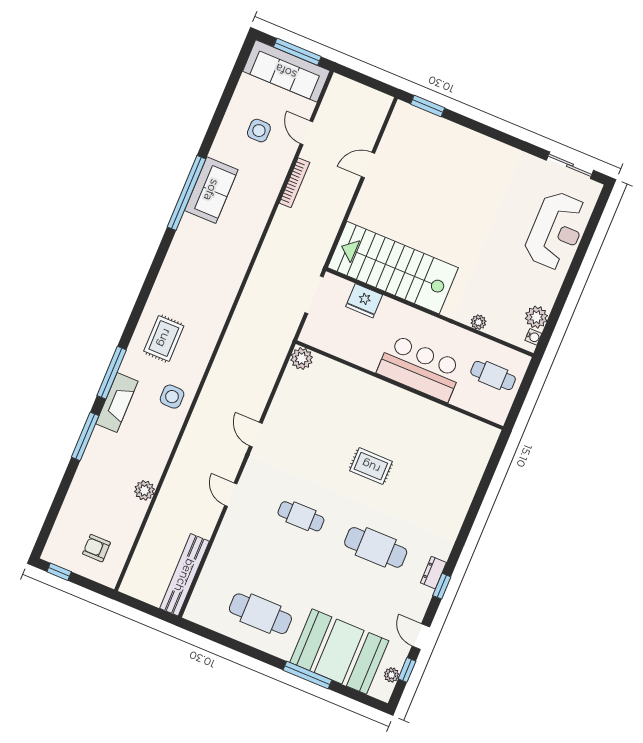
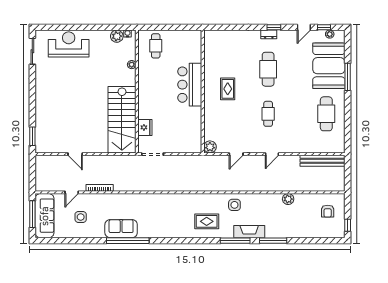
plant: (302, 359) -> (210, 147), moved
bar counter: (420, 368) -> (190, 85), moved
wall: (399, 385) -> (203, 92), moved

